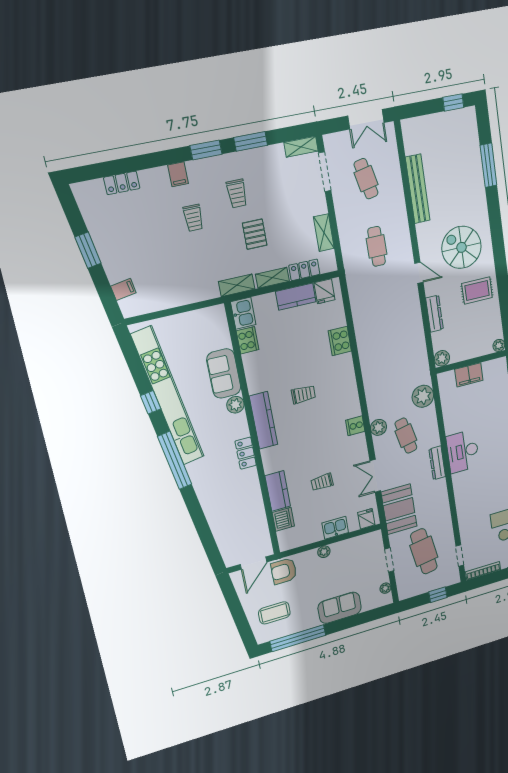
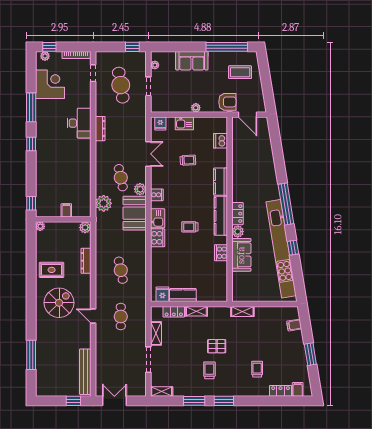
window: (453, 102) -> (73, 401), moved
doorway: (325, 172) -> (148, 360), moved
filing cabinet: (178, 174) -> (298, 389), moved
cafe table: (366, 179) -> (121, 270), moved
bench: (418, 189) -> (85, 372), moved
trolley: (193, 218) -> (257, 369), moved
pallet: (255, 234) -> (217, 346), moved, turned 90
spiral stairs: (462, 247) -> (59, 303), turned -90
door: (419, 273) -> (93, 316), moved
shelving: (237, 285) -> (242, 311), moved
kitchen sink: (243, 313) -> (158, 218), moved, turned 180
cooker: (248, 340) -> (221, 253), moved
cooker: (340, 341) -> (158, 238), moved
filing cabinet: (469, 375) -> (66, 210), width x0.50
desk: (463, 451) -> (79, 123), moved
locker: (246, 453) -> (237, 214), moved
dresser: (437, 463) -> (100, 129), moved
kitchen counter: (278, 491) -> (220, 182), moved
booth: (399, 509) -> (135, 213), moved
door: (254, 563) -> (248, 115), swing flipped
window: (438, 595) -> (132, 47), moved

